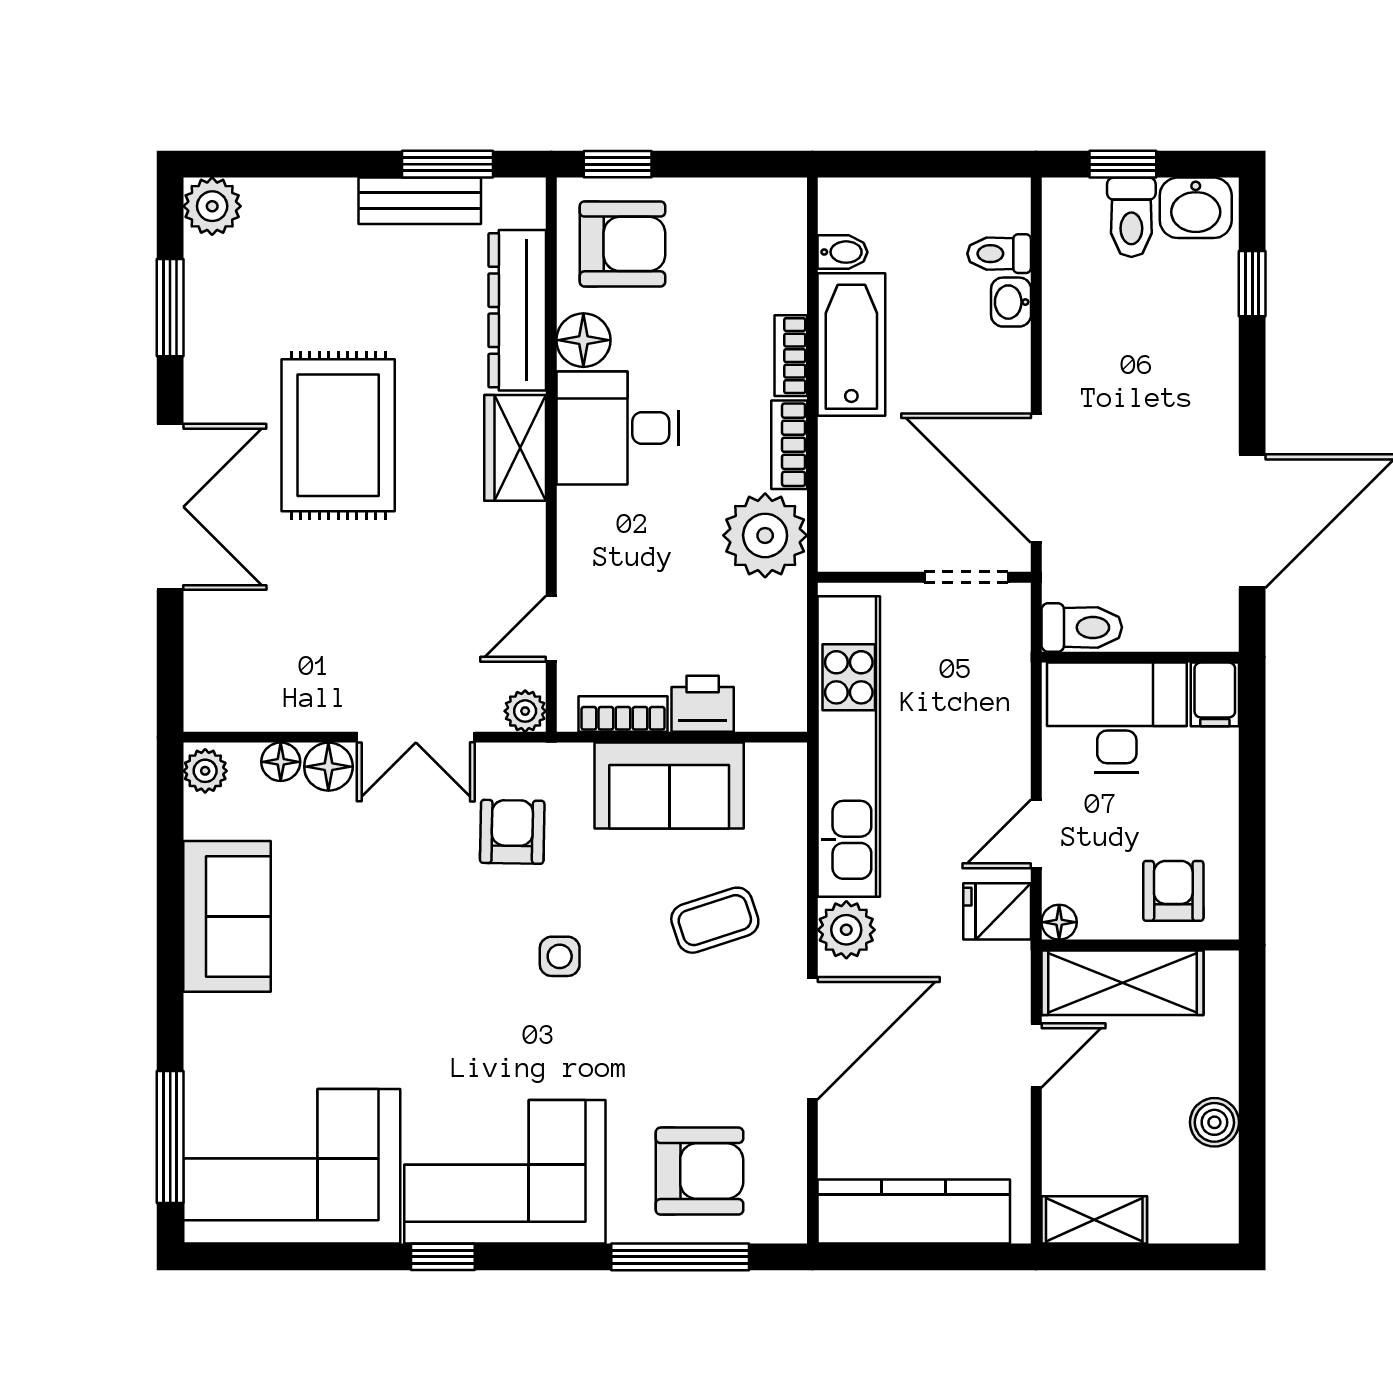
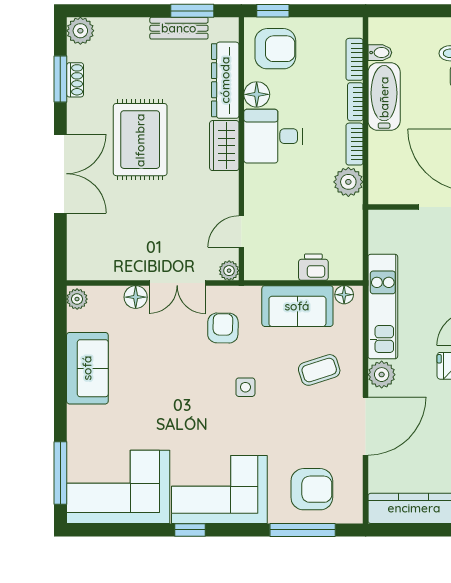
shoe rack: (201, 309) -> (75, 80), added
plant: (765, 535) -> (348, 182), width x0.73, depth x0.73
bookcase: (623, 714) -> (355, 59), moved, turned -90
kitchen unit: (849, 747) -> (383, 307), width x0.73
floor lamp: (281, 762) -> (344, 295), moved

